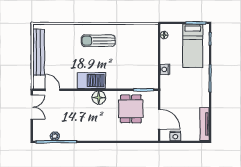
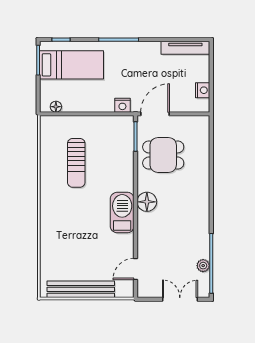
sun lounger: (98, 41) -> (76, 163), moved
nightstand: (165, 69) -> (122, 105), moved
double door: (32, 107) -> (180, 299), moved
door: (159, 119) -> (155, 114), moved

